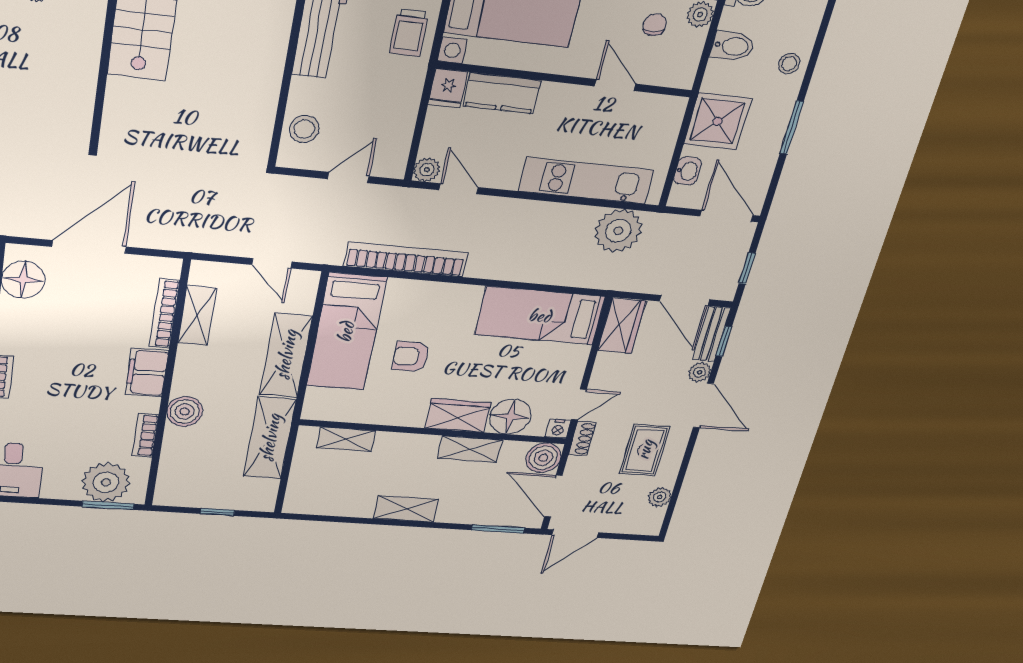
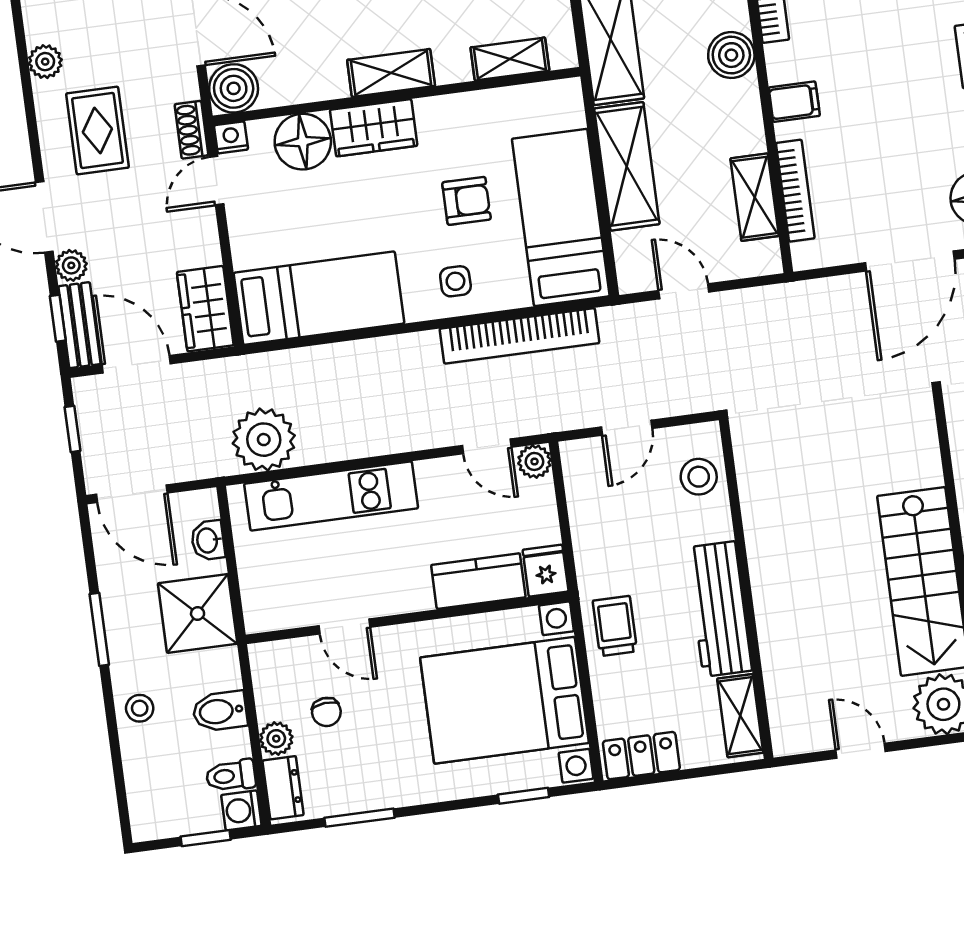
side table: (439, 306) -> (455, 281), added
filing cabinet: (147, 373) -> (794, 102), width x0.50
shelving: (470, 449) -> (391, 73), moved

